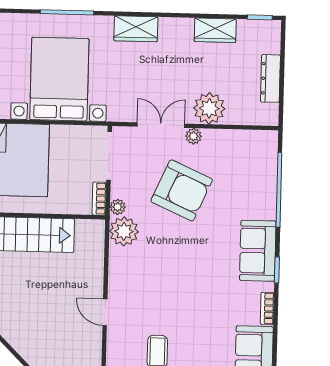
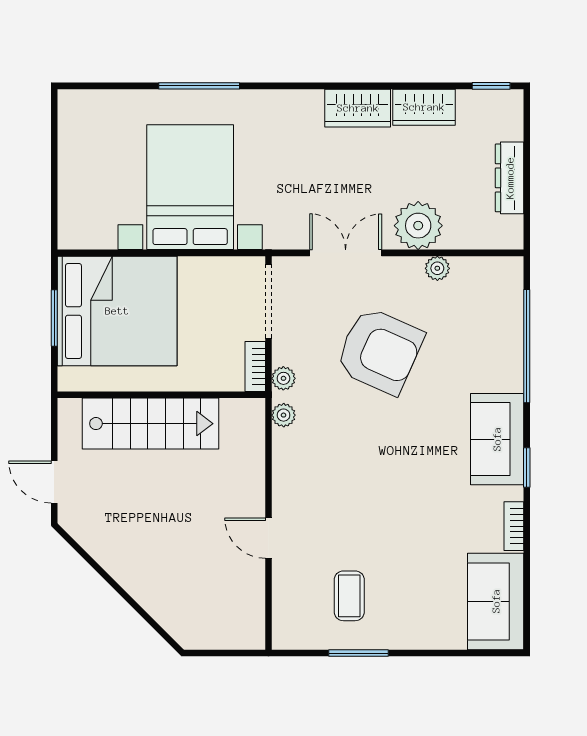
wardrobe: (136, 29) -> (358, 108), moved
plant: (194, 136) -> (437, 268), moved
plant: (124, 231) -> (284, 415), width x0.53, depth x0.53

